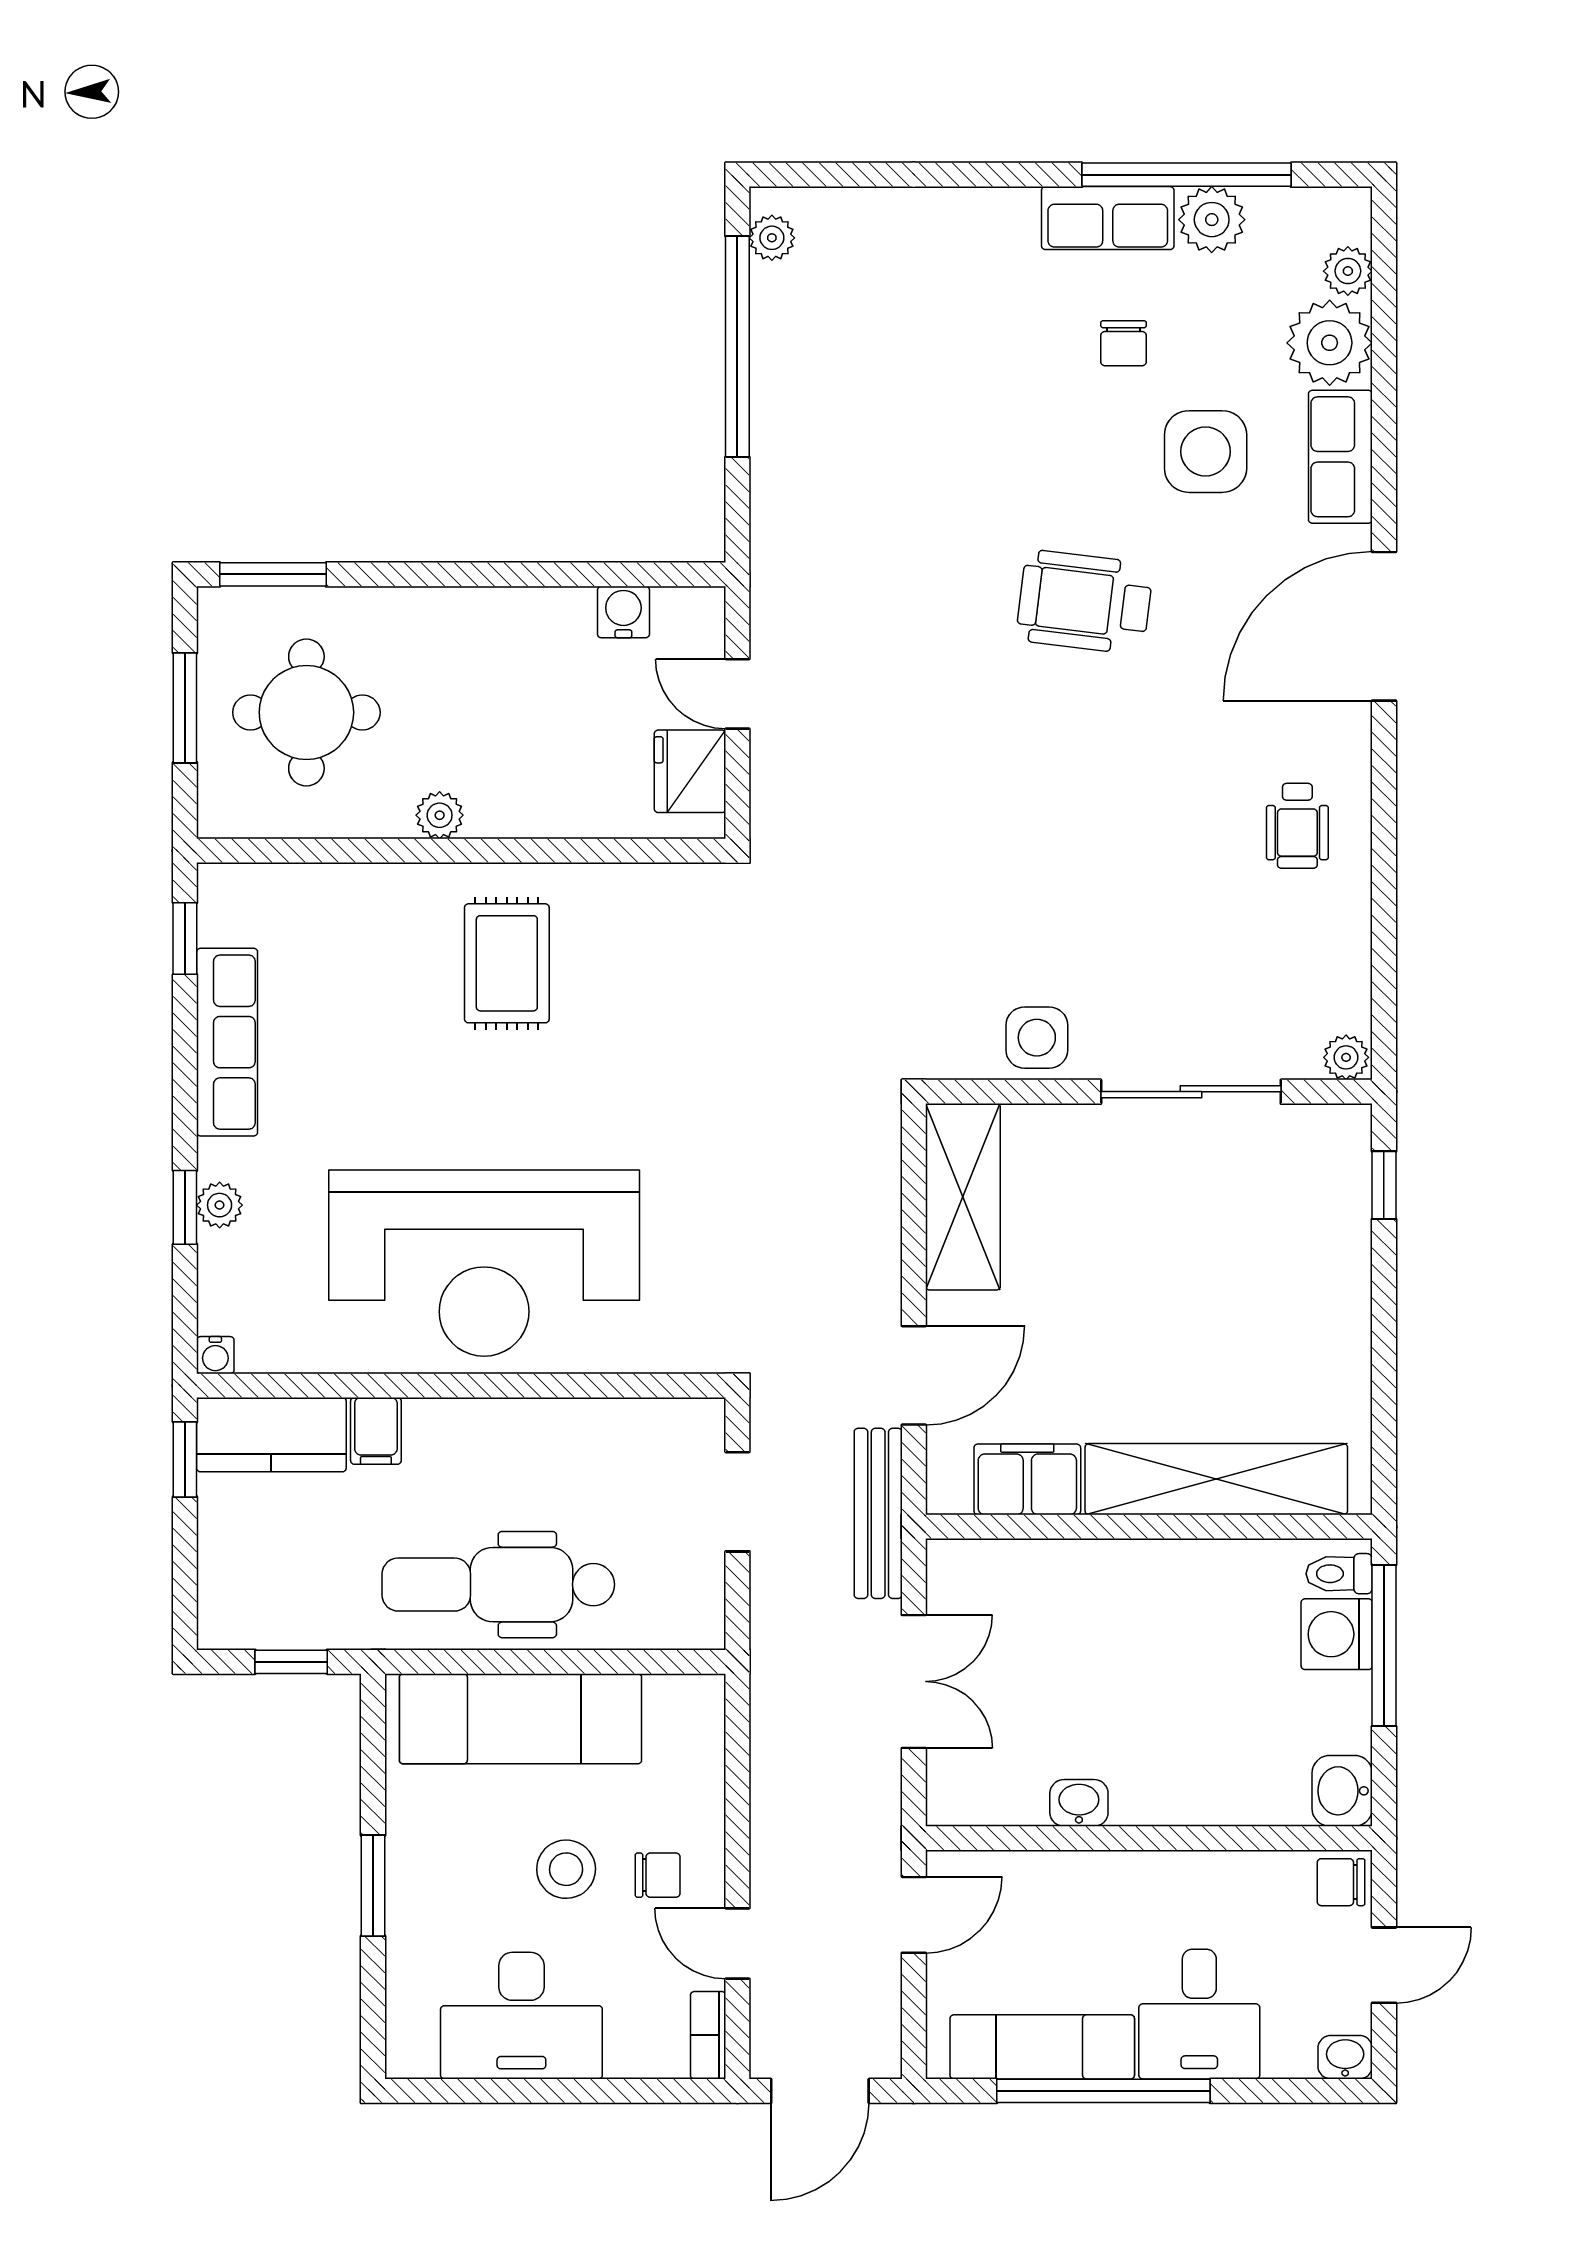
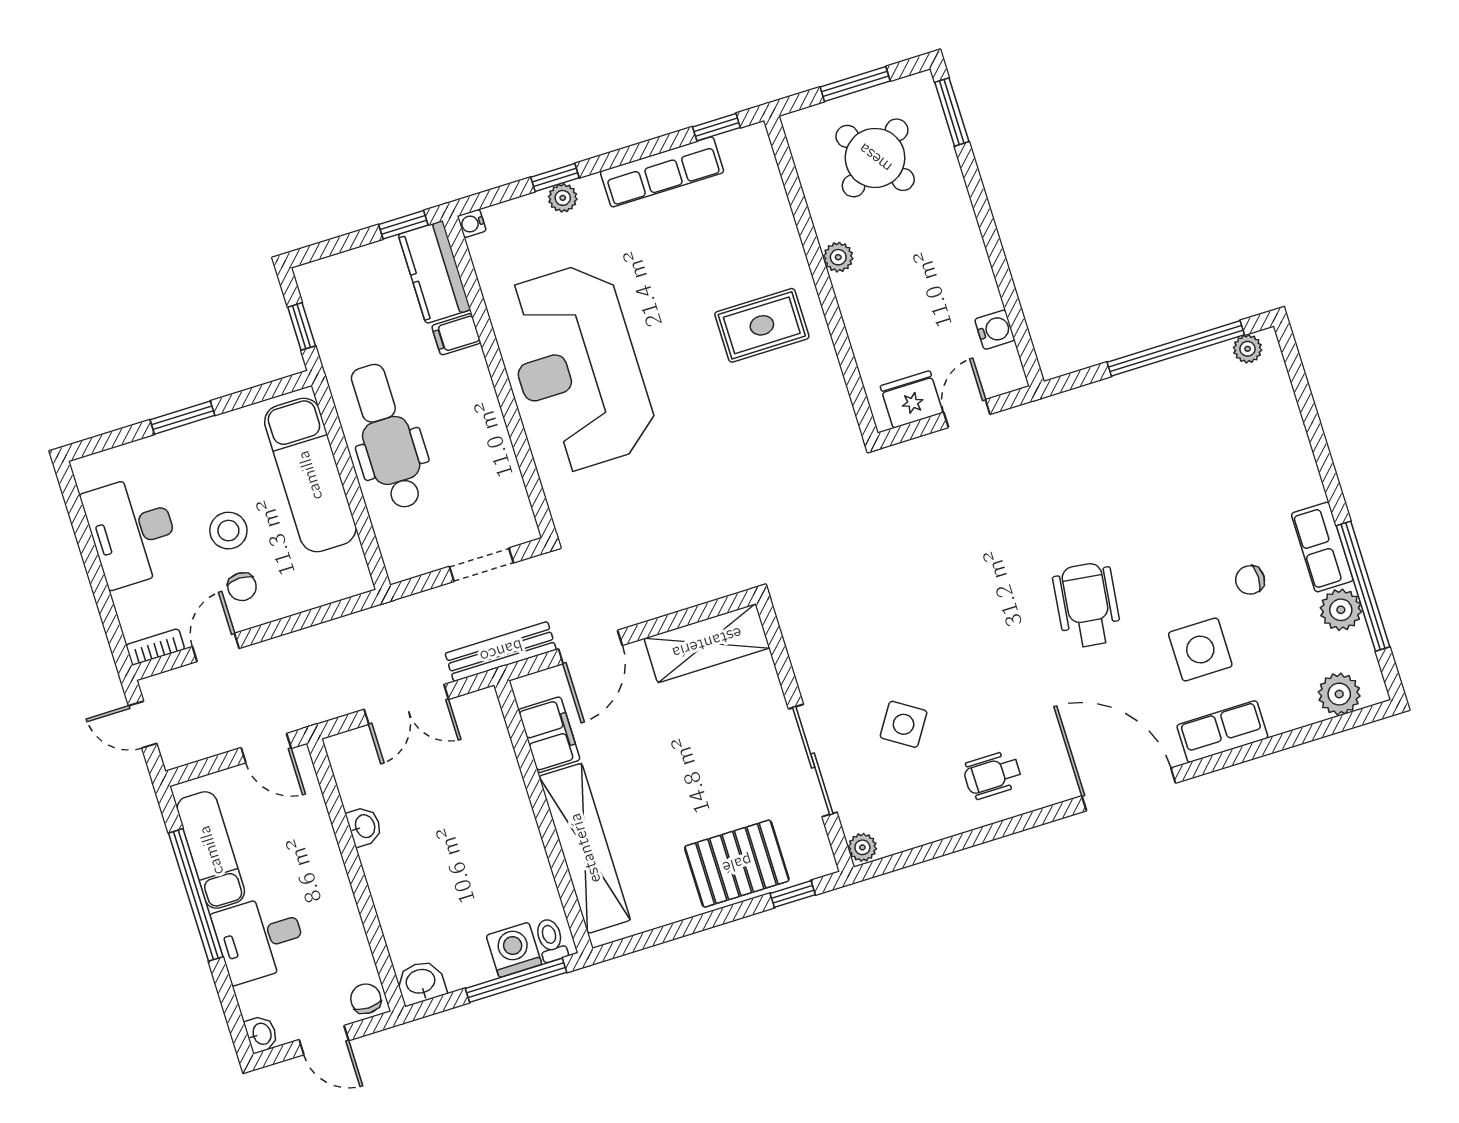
plant: (1348, 271) -> (1339, 694), width x1.38, depth x1.38
plant: (1330, 343) -> (1289, 704), removed
round table: (306, 712) -> (875, 158), turned -35
side table: (1037, 1038) -> (904, 724), moved, turned 33
pallet: (1311, 1255) -> (737, 864), added
door: (914, 1375) -> (590, 647), hinge flipped
door: (820, 2091) -> (143, 725), width x0.73

